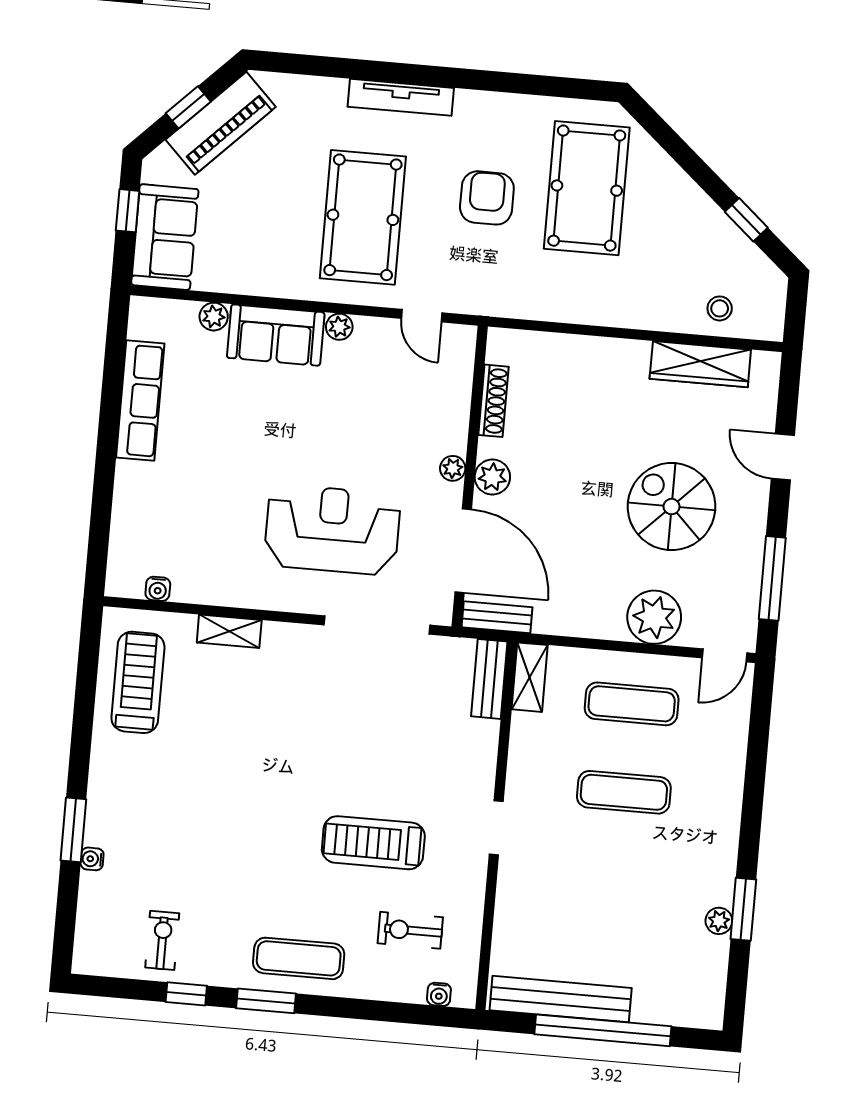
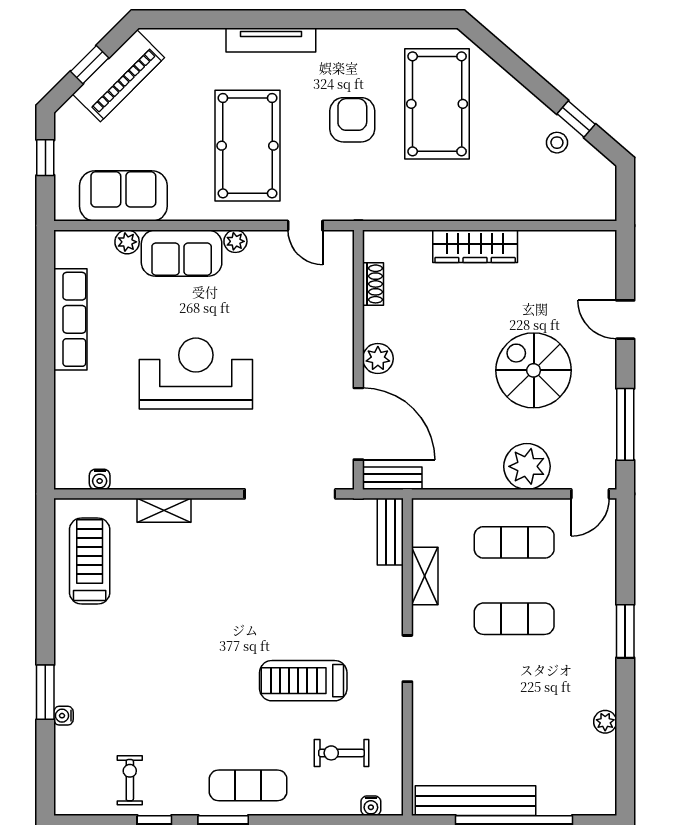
sofa: (165, 237) -> (123, 196), moved, turned -90
stool: (720, 308) -> (557, 143), moved
wardrobe: (700, 364) -> (475, 246), moved
shoe rack: (493, 401) -> (373, 284), width x0.70
plant: (453, 468) -> (343, 354), removed
reception desk: (332, 530) -> (196, 374), moved
shelving: (530, 677) -> (425, 576), moved
window: (743, 909) -> (625, 631), moved

